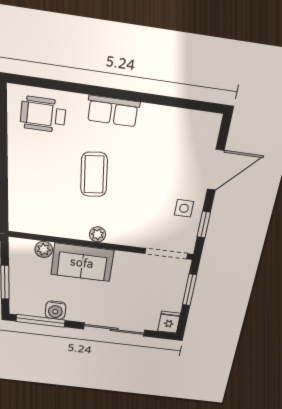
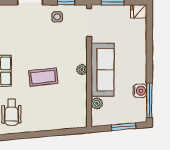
sofa: (82, 262) -> (102, 70), width x1.36
sliding door: (114, 329) -> (149, 48), removed

